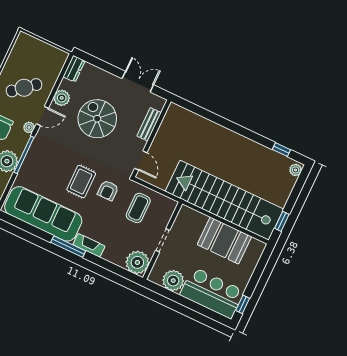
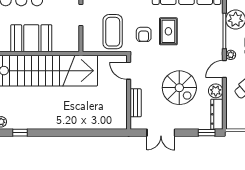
window: (91, 60) -> (207, 133), added
dresser: (74, 69) -> (217, 114), width x1.44
armchair: (108, 190) -> (144, 34), turned 180
coffee table: (138, 208) -> (113, 32), width x1.36, depth x1.32

